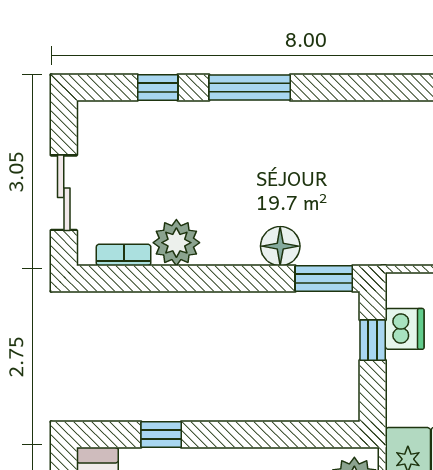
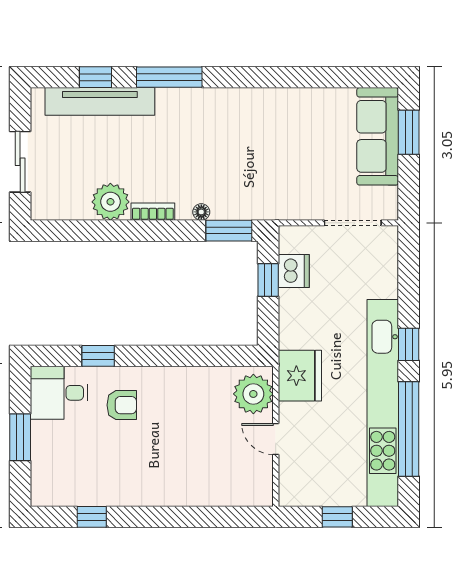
tv unit: (163, 118) -> (100, 101), added
floor lamp: (280, 246) -> (201, 212), width x0.53, depth x0.53
bookcase: (124, 255) -> (153, 212), moved

